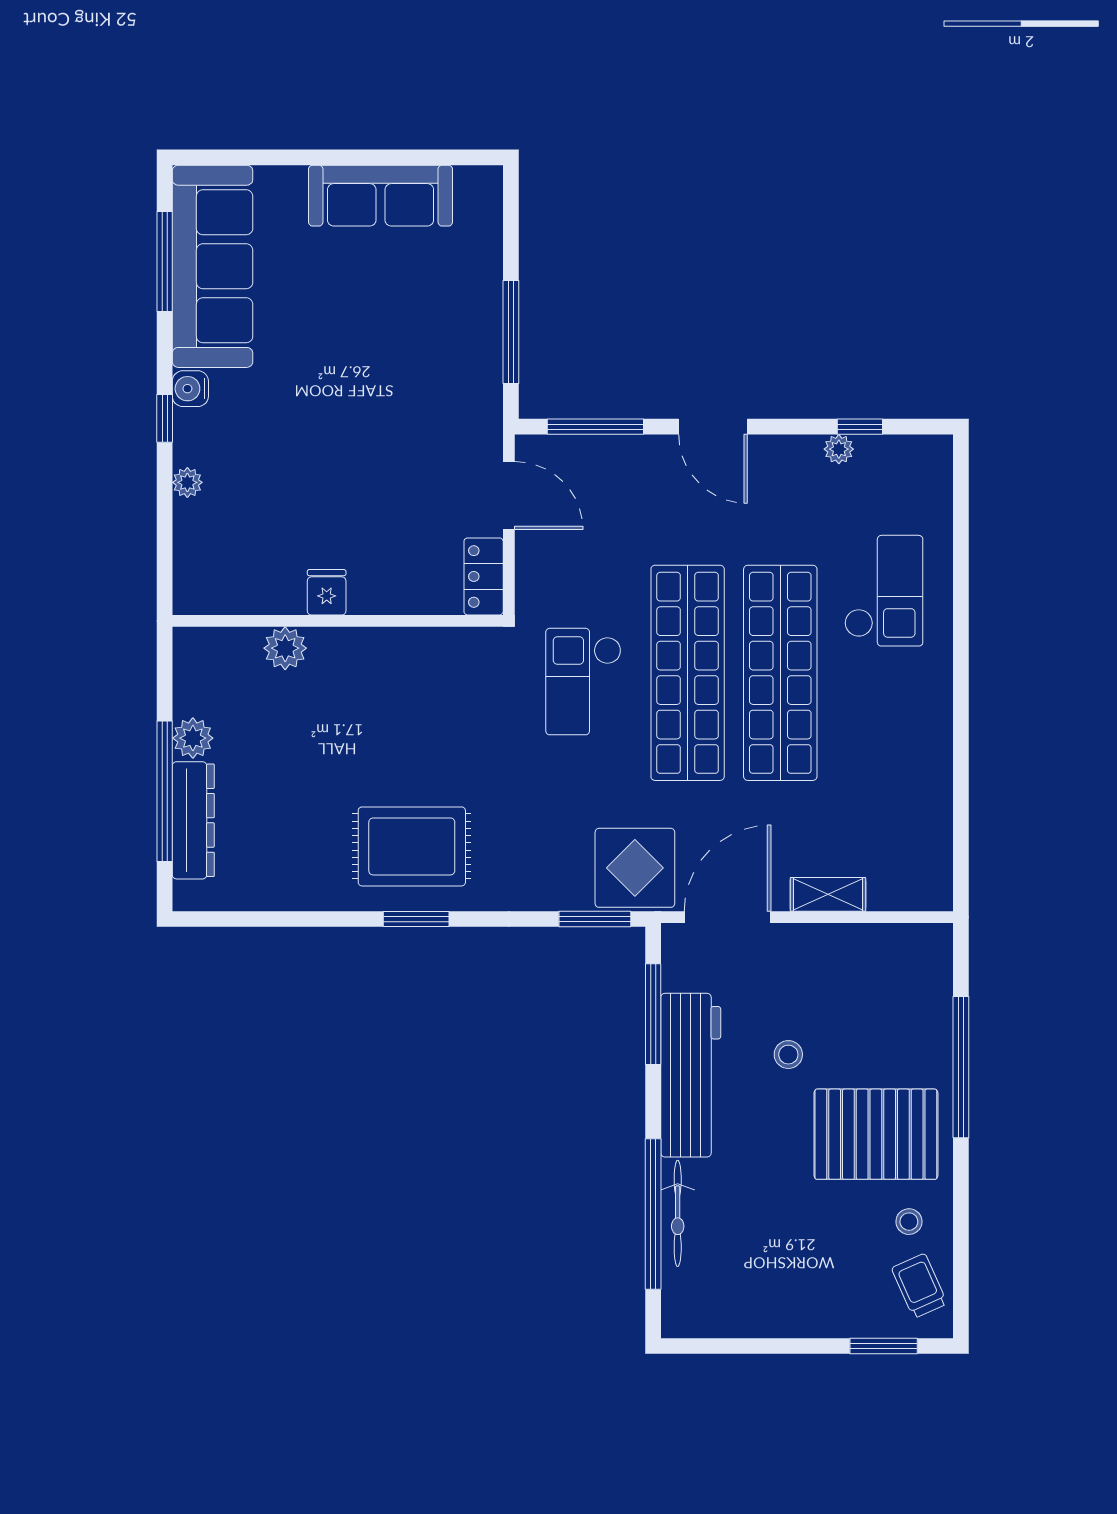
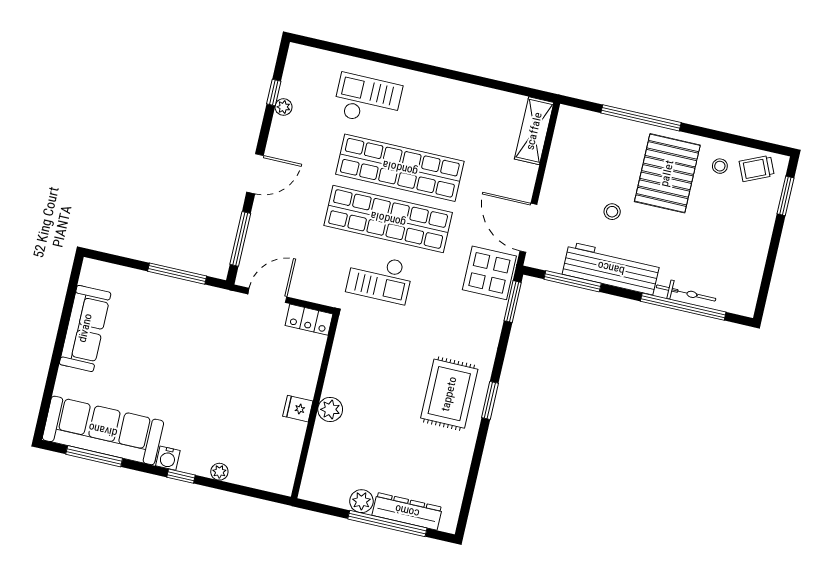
plant: (285, 648) -> (330, 409), moved
shelving: (828, 894) -> (534, 131), moved, width x1.50, depth x1.33

